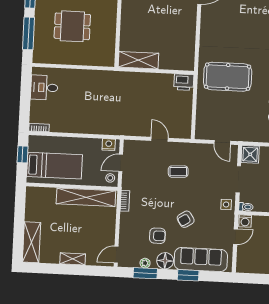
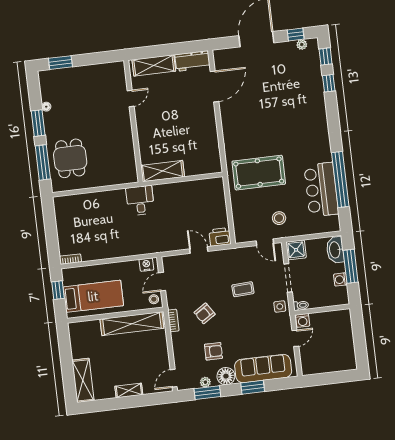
dining table: (72, 26) -> (70, 158), moved, turned 90
printer: (184, 82) -> (220, 237), moved, turned 180
desk: (44, 88) -> (140, 201), moved, turned 90
stool: (239, 122) -> (279, 218), added
coffee table: (178, 172) -> (243, 289), moved
armchair: (186, 219) -> (205, 313), moved

